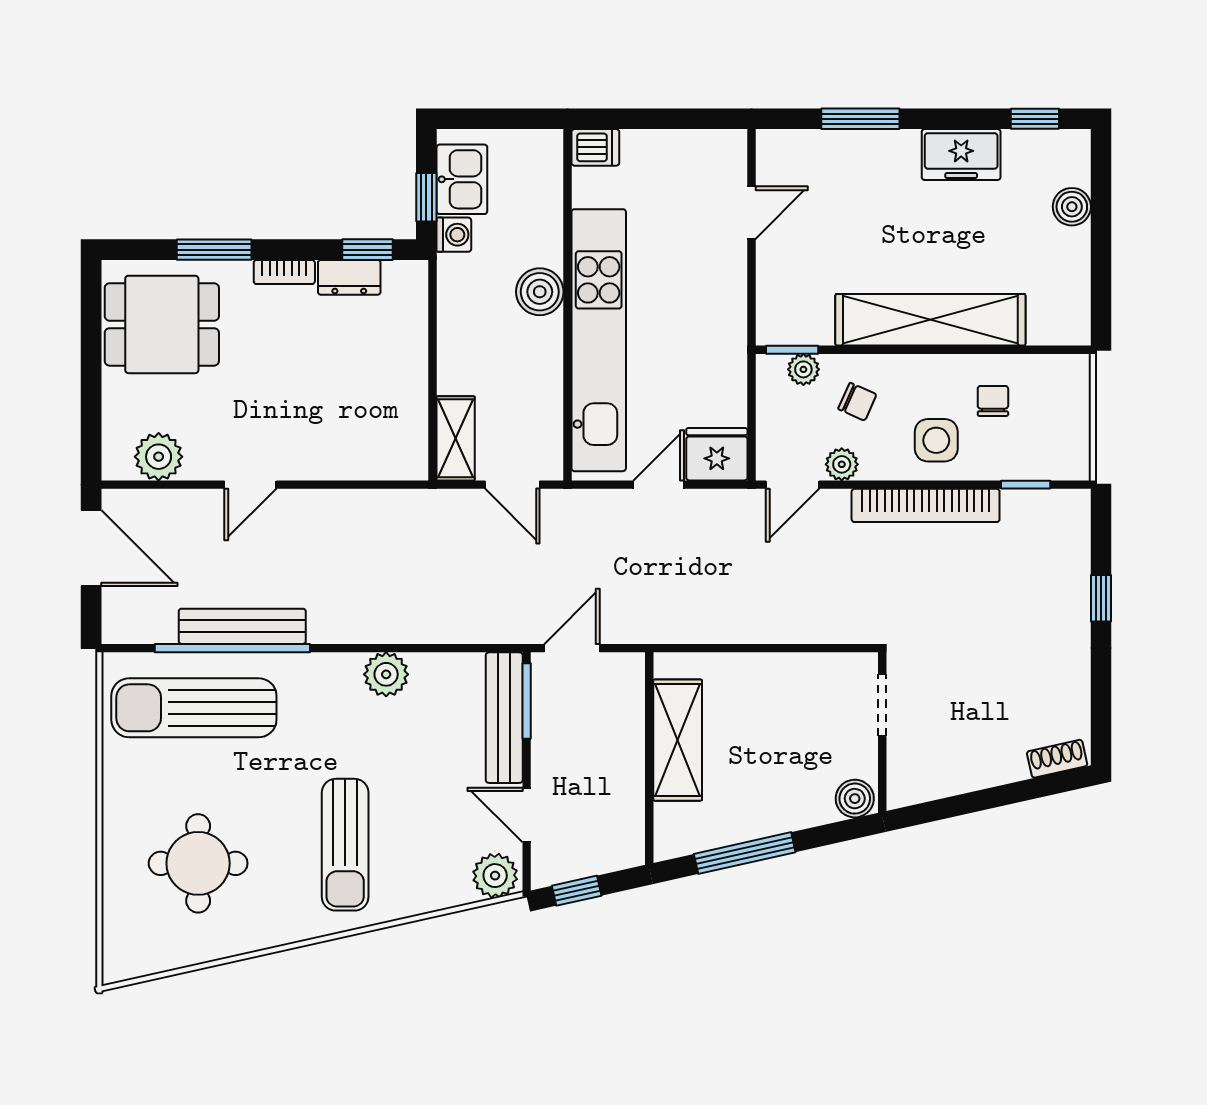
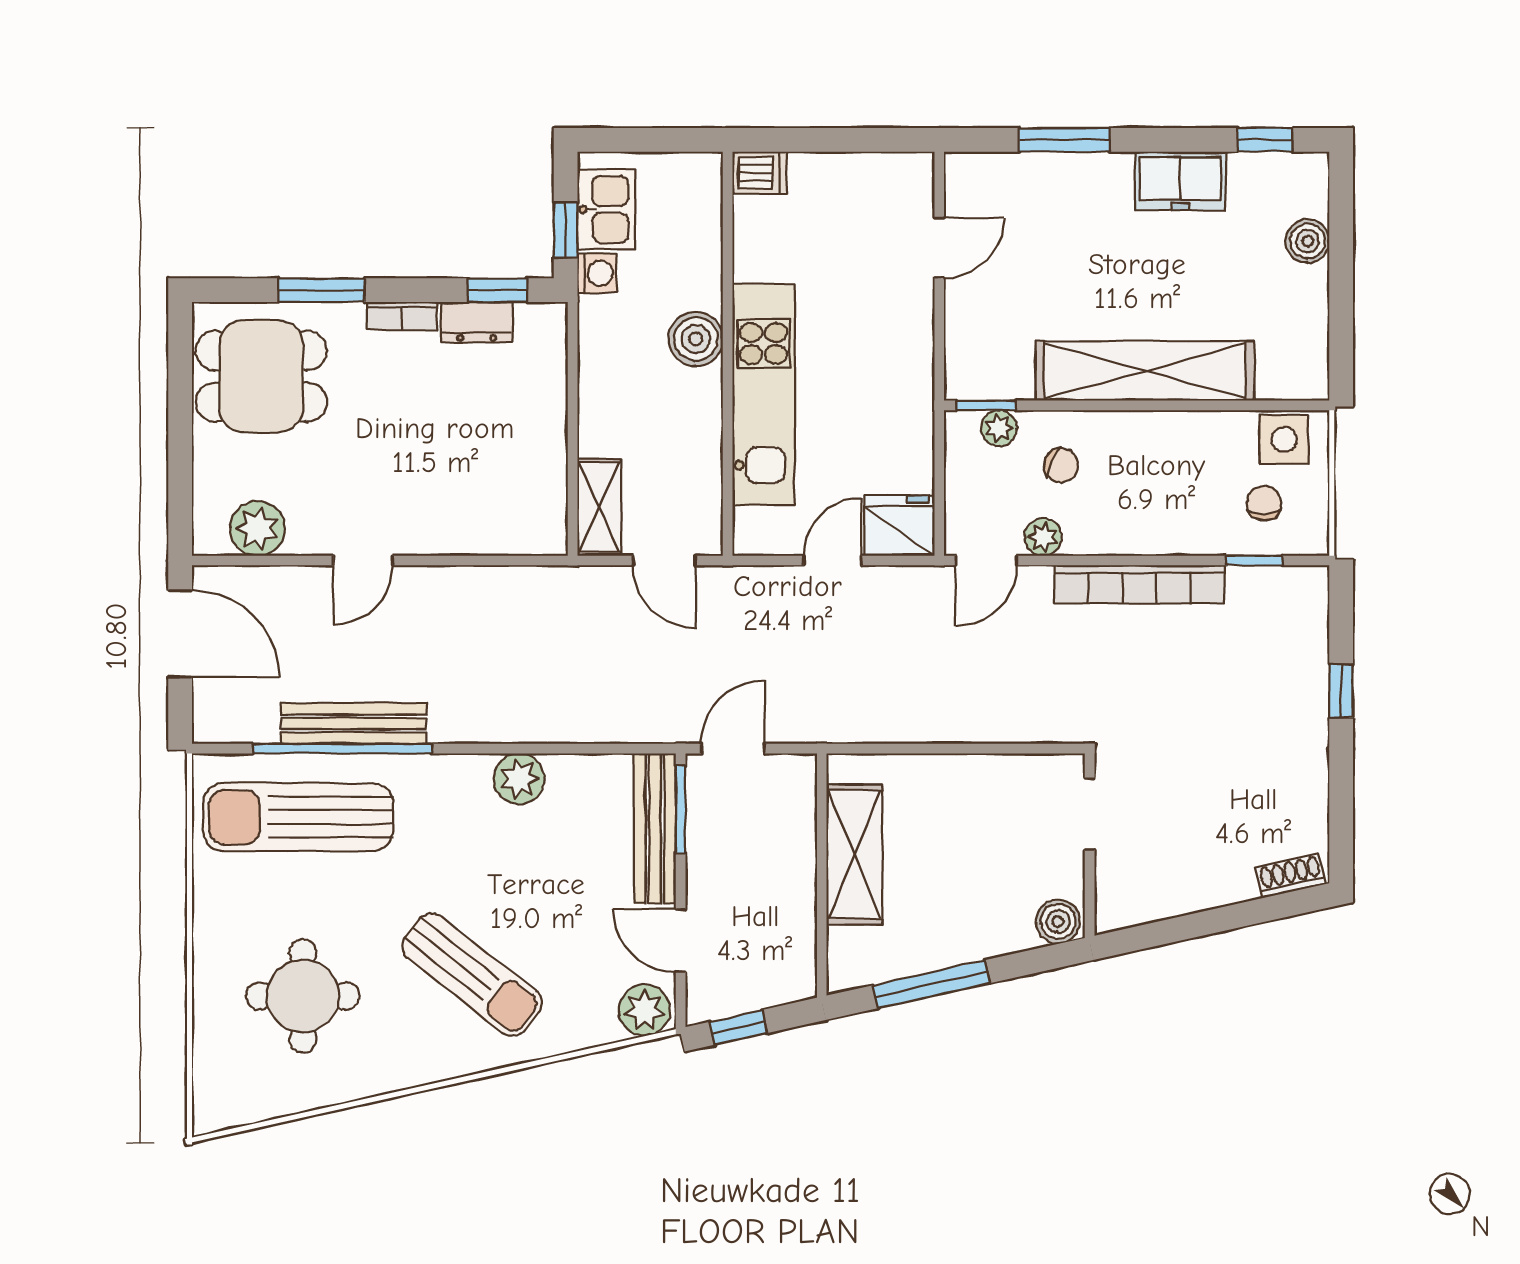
kitchen unit: (599, 340) -> (764, 394), width x0.73
chair: (993, 401) -> (1264, 503), moved
side table: (936, 440) -> (1284, 439), moved
sun lounger: (345, 845) -> (472, 975), turned -52

